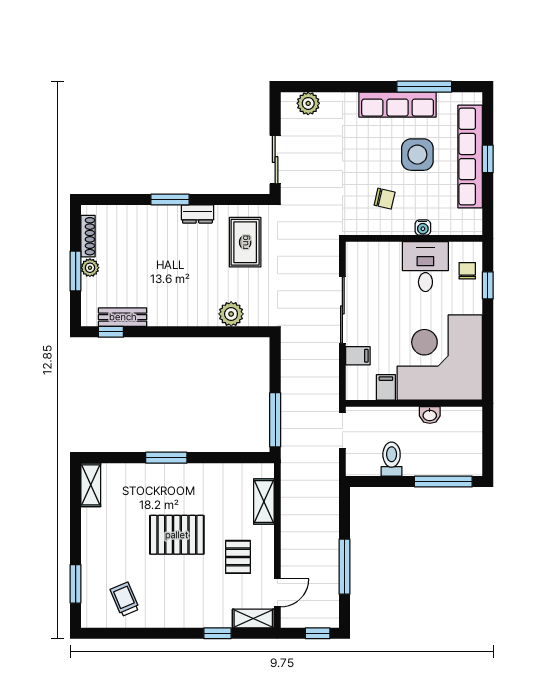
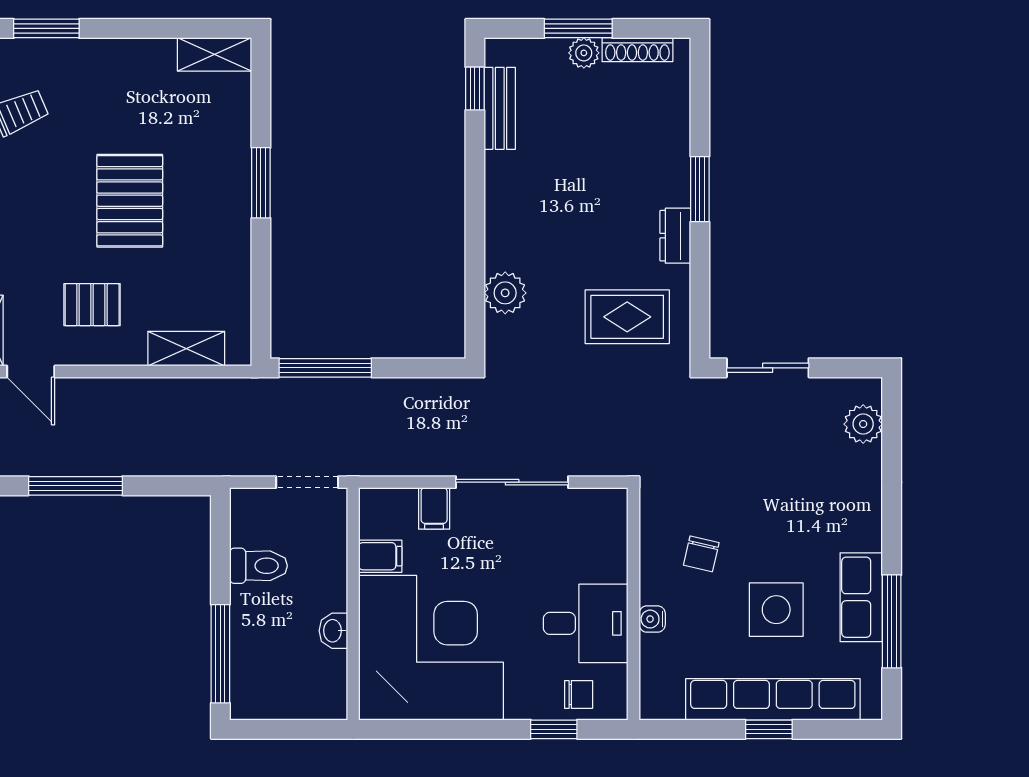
row of seats: (398, 105) -> (861, 597), width x0.68

